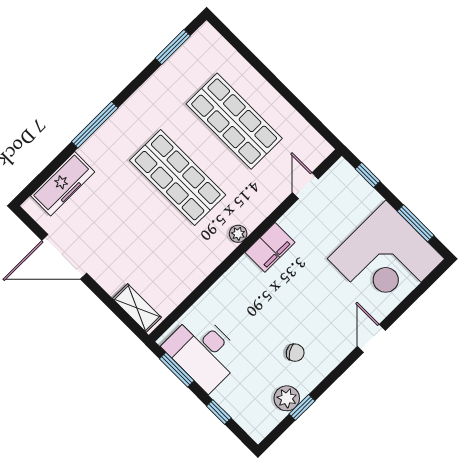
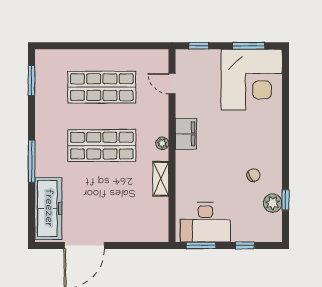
freezer: (63, 184) -> (48, 208), width x1.36, depth x1.26
shelving: (137, 308) -> (161, 179), moved, turned 90
door: (371, 338) -> (285, 128), removed

